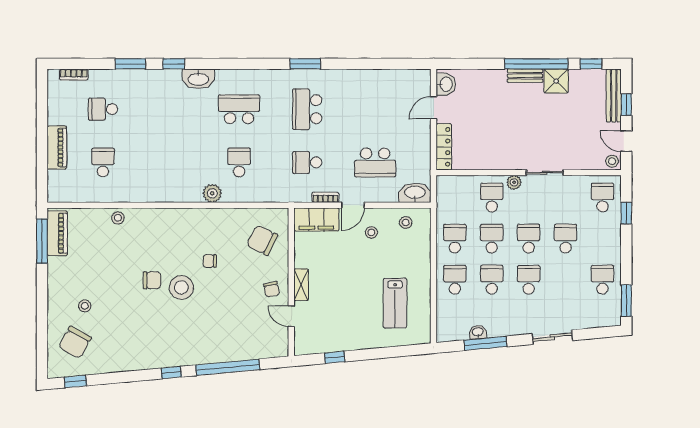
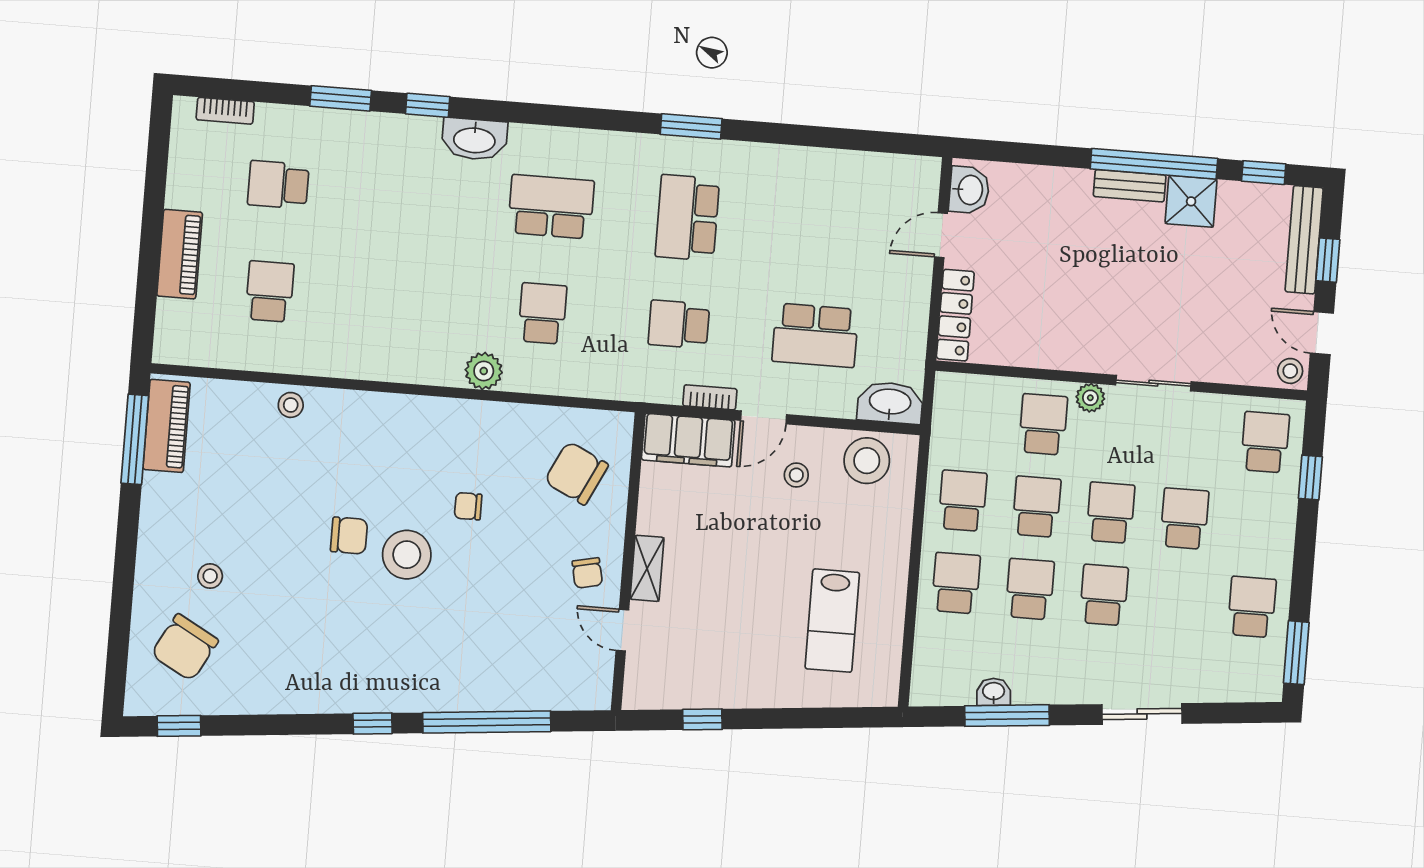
stool: (406, 223) -> (867, 461), width x1.89, depth x1.89

